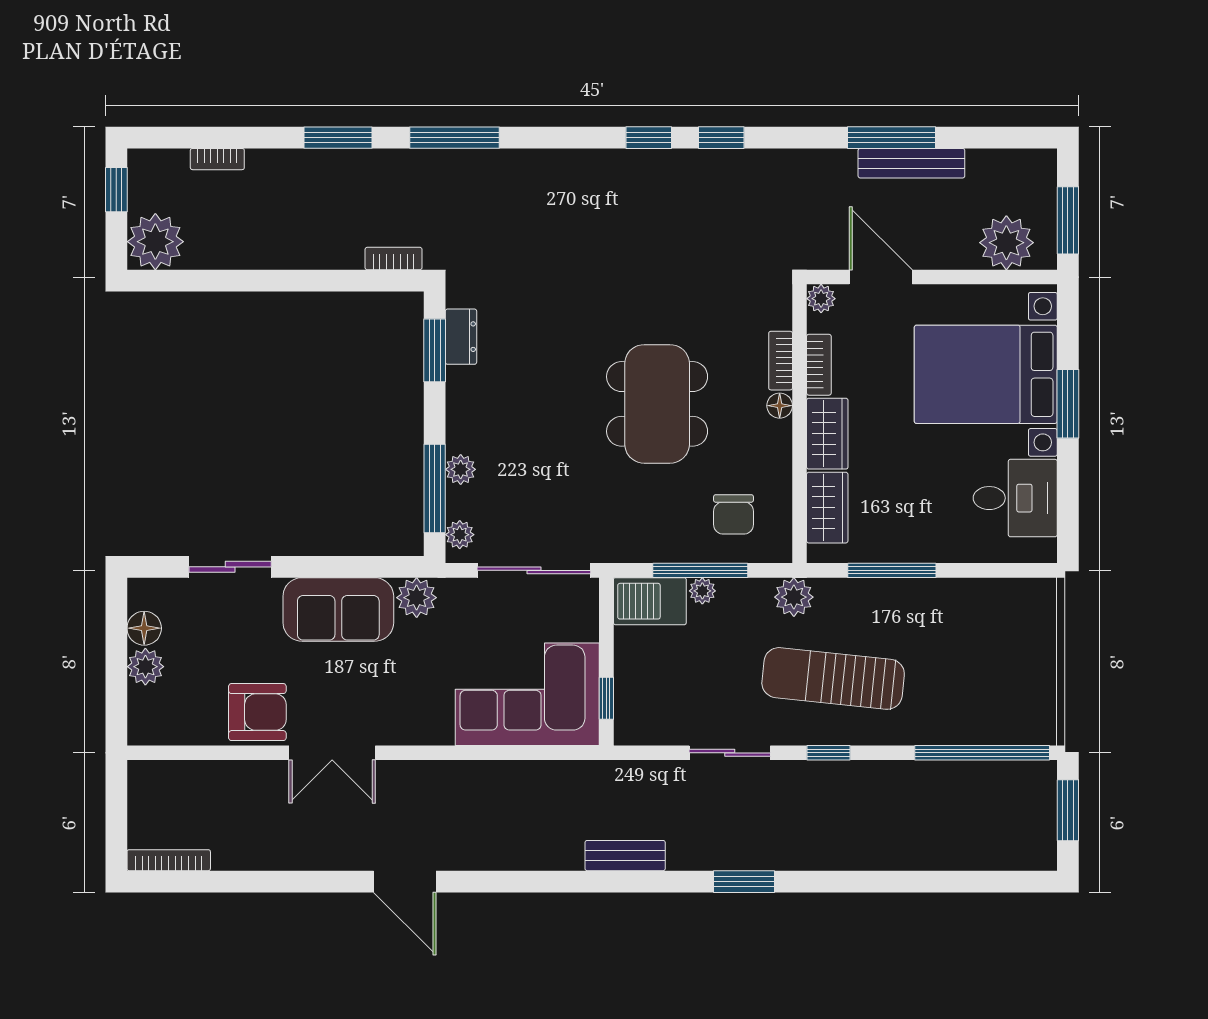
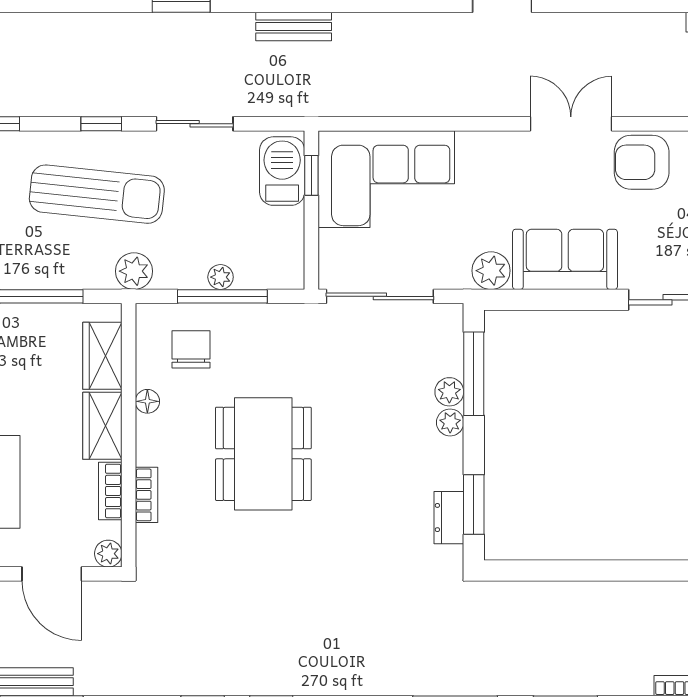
bookcase: (394, 259) -> (513, 591), removed
floor lamp: (780, 406) -> (147, 401), moved
plant: (460, 535) -> (450, 422), moved
barbecue: (650, 601) -> (282, 171), moved, turned -90

